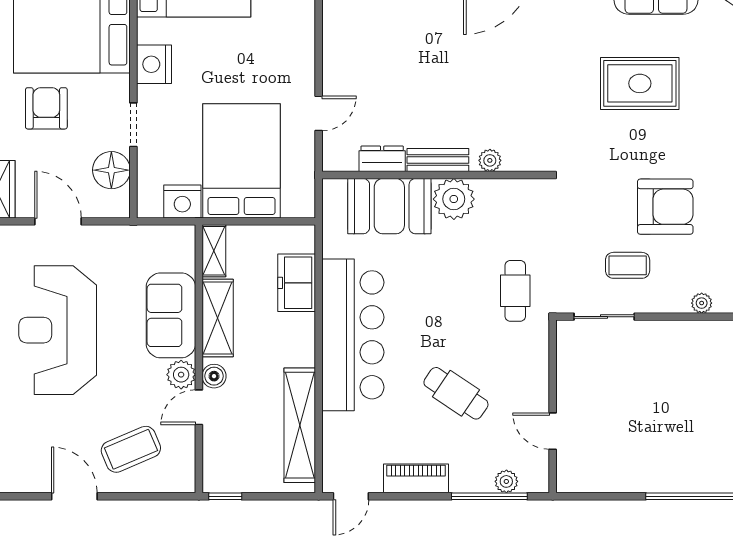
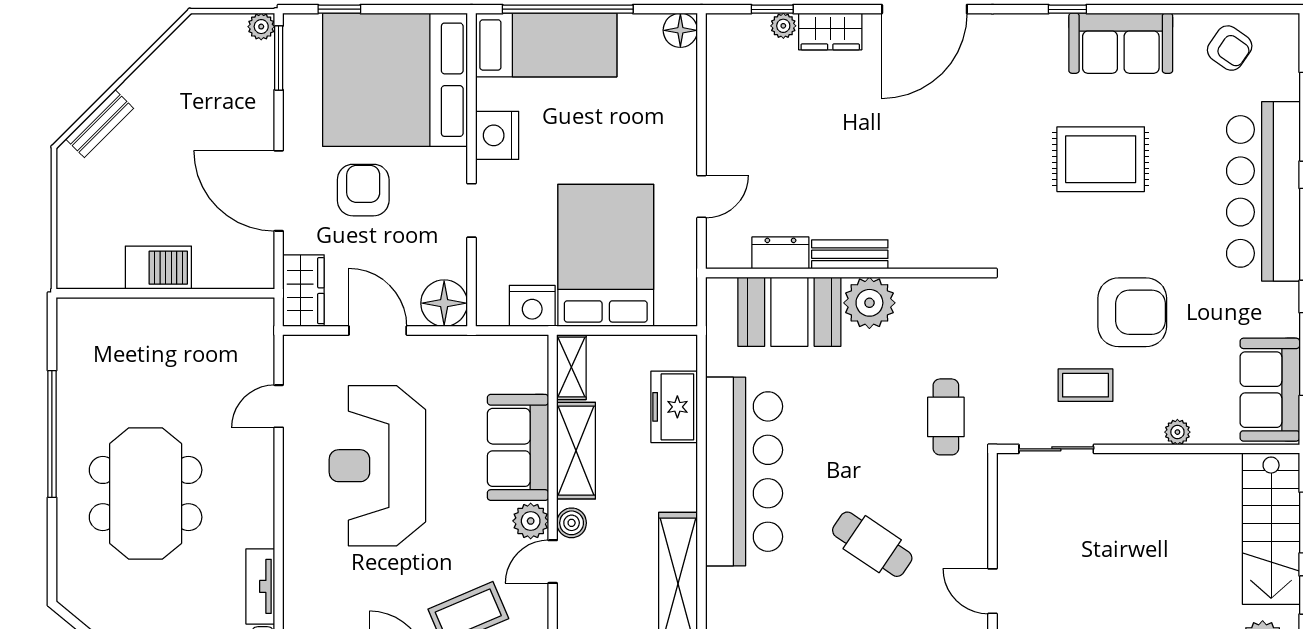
plant: (490, 160) -> (914, 255), removed
floor lamp: (111, 170) -> (444, 303), moved

